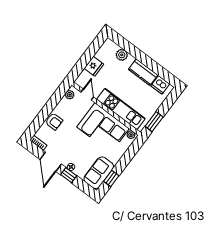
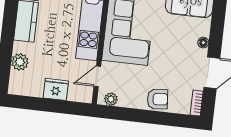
armchair: (54, 122) -> (158, 99), turned 85
window: (69, 175) -> (216, 39), removed

